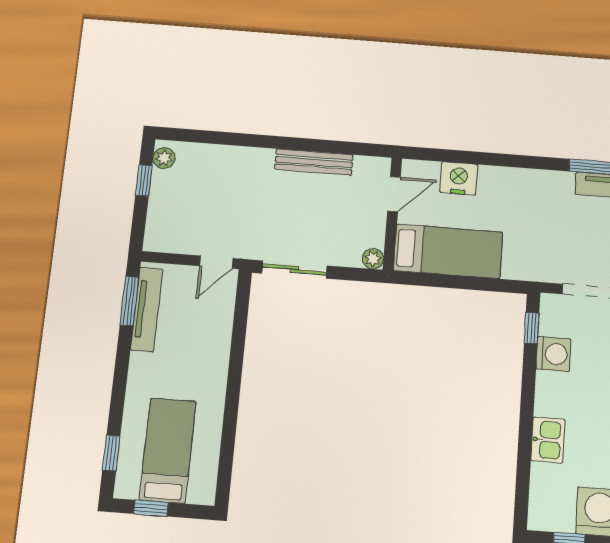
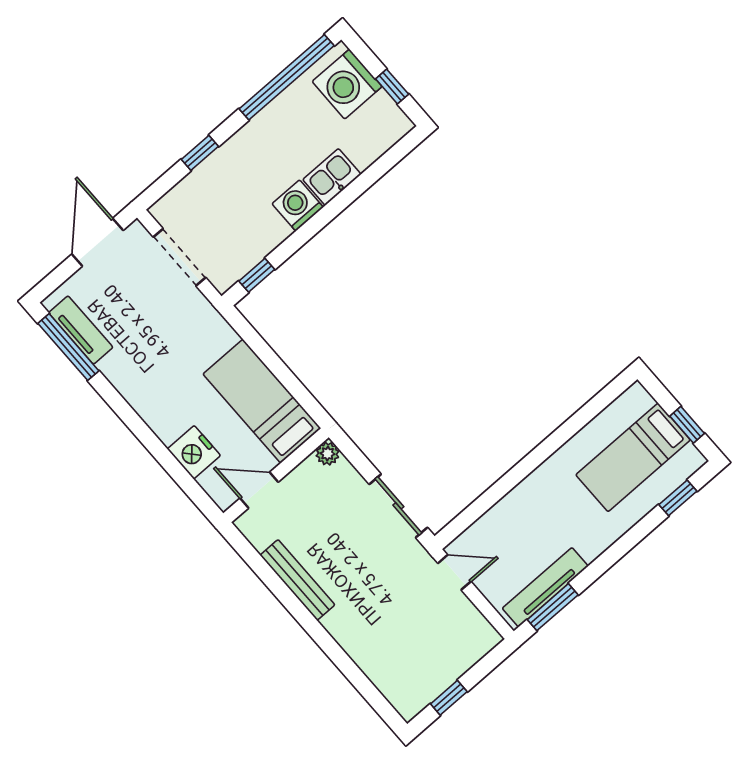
plant: (164, 158) -> (415, 701), removed
washing machine: (553, 354) -> (298, 205), moved

